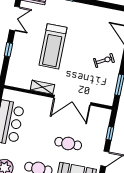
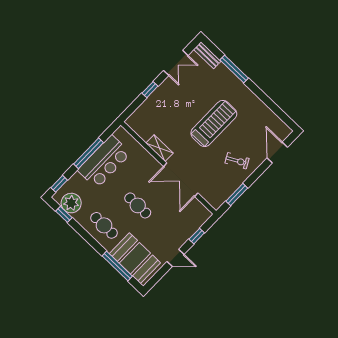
treadmill: (53, 46) -> (214, 123), moved, turned 180
cafe table: (68, 144) -> (138, 205), moved

